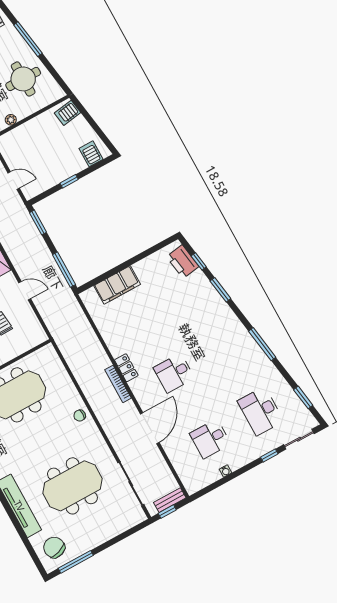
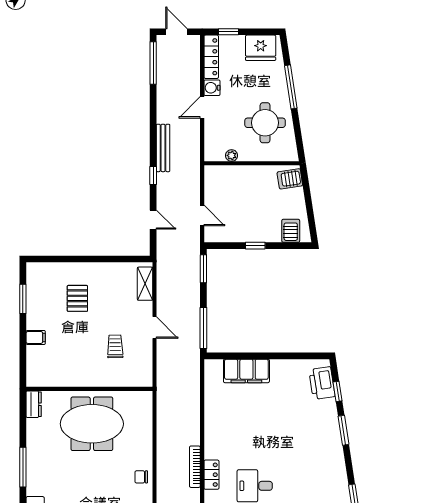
locker: (126, 368) -> (211, 475), moved

